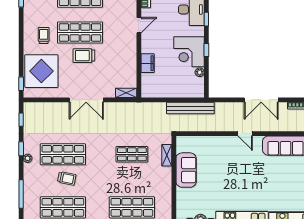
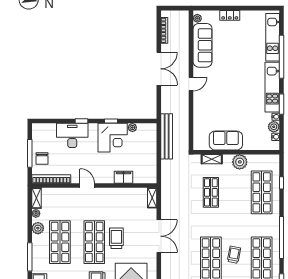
trolley: (84, 56) -> (116, 238), turned 180
plant: (164, 184) -> (240, 162), added

